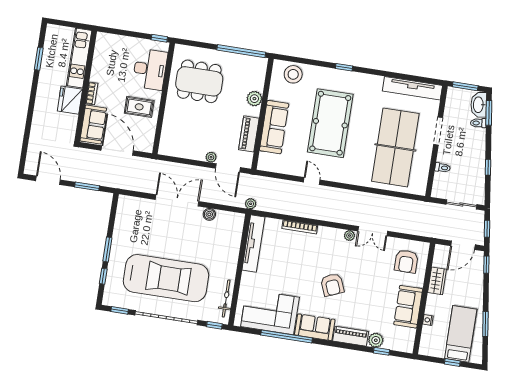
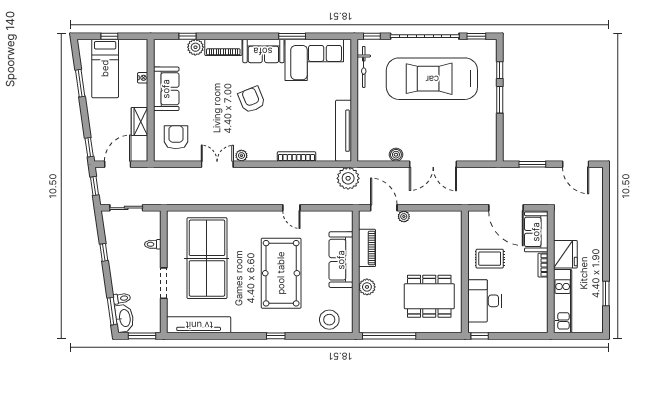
plant: (251, 204) -> (348, 178), width x1.87, depth x1.87
window: (287, 337) -> (292, 36), width x0.47

